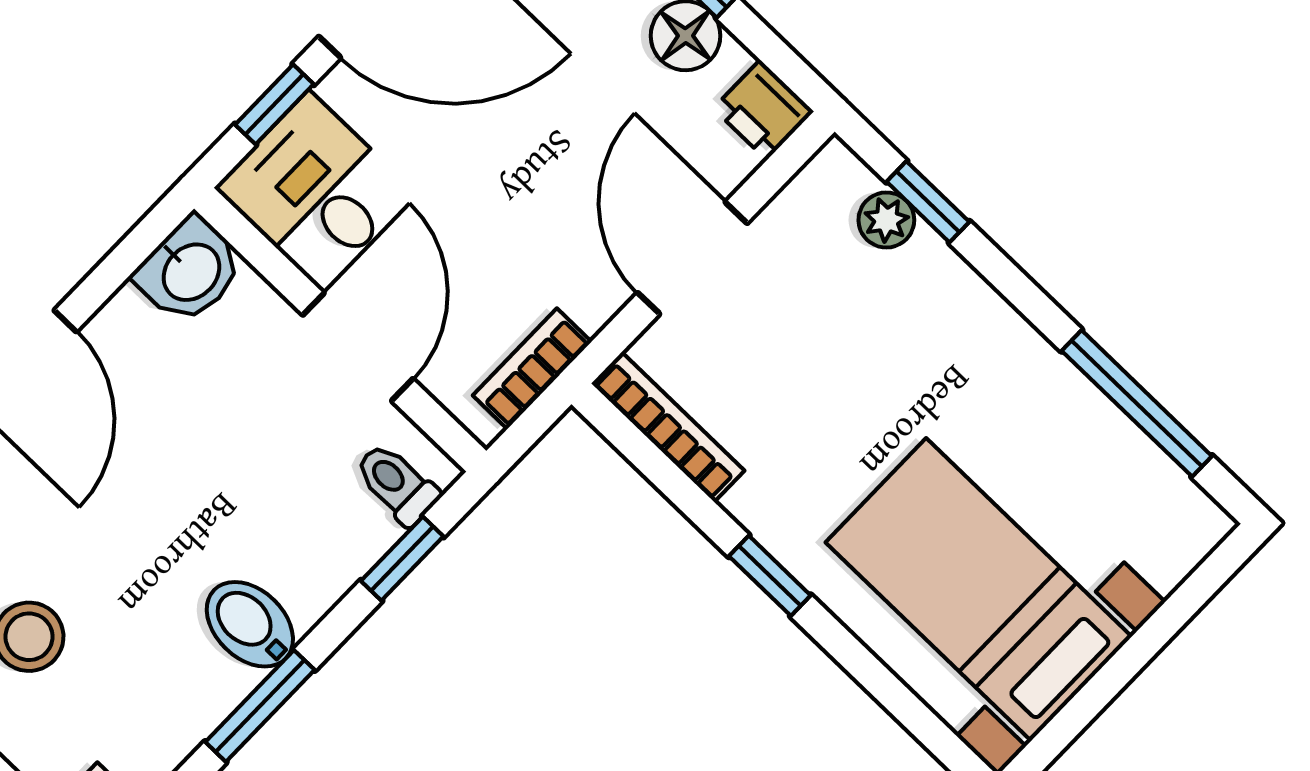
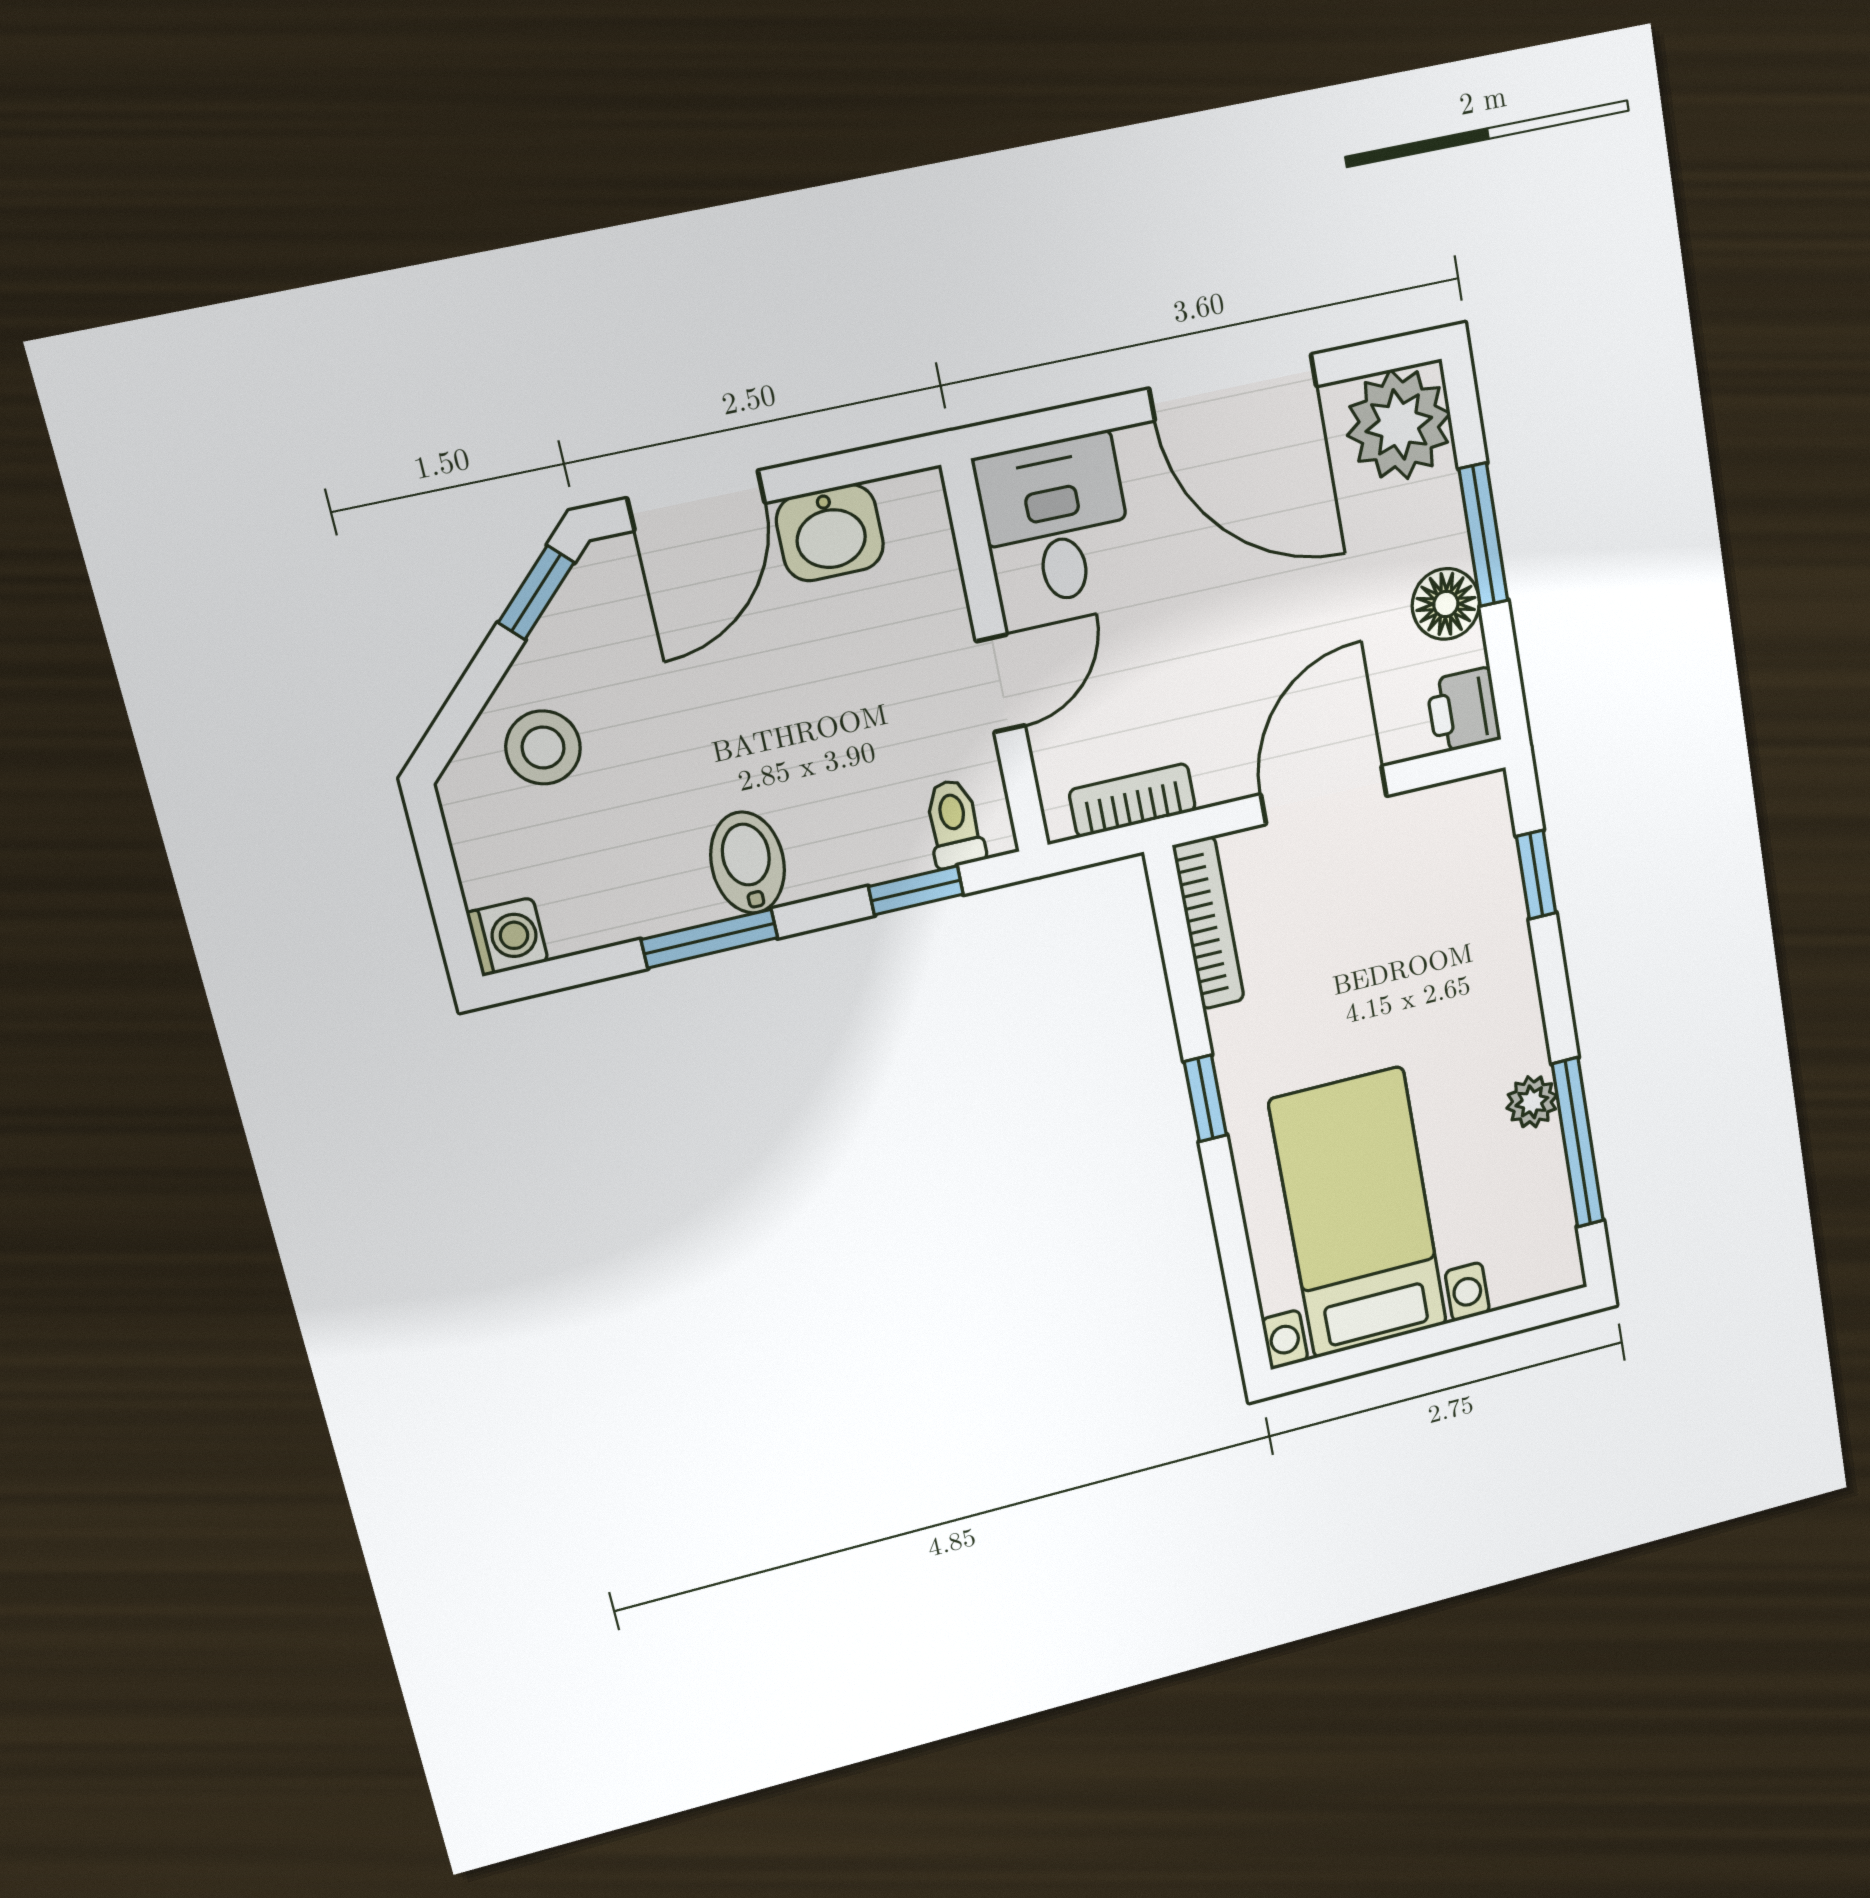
window: (274, 104) -> (1072, 421), removed
plant: (886, 220) -> (1532, 1102), moved
washbasin: (190, 271) -> (830, 533), moved
door: (358, 347) -> (1000, 683), width x0.73

